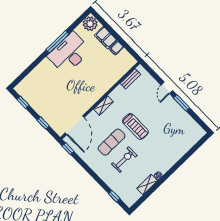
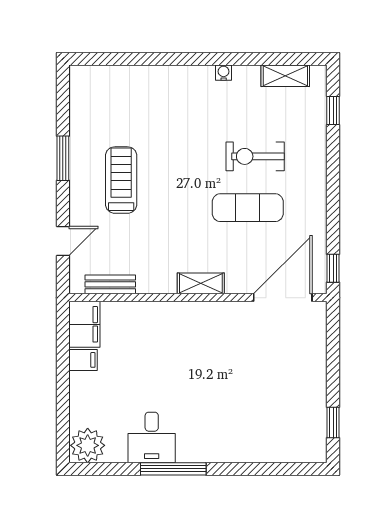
filing cabinet: (106, 38) -> (84, 324), moved
desk: (69, 53) -> (152, 437), width x0.53, depth x0.77
door: (167, 88) -> (63, 241), moved
window: (43, 123) -> (333, 354), removed
treadmill: (135, 126) -> (121, 180), moved
shelving: (147, 185) -> (285, 76), moved

